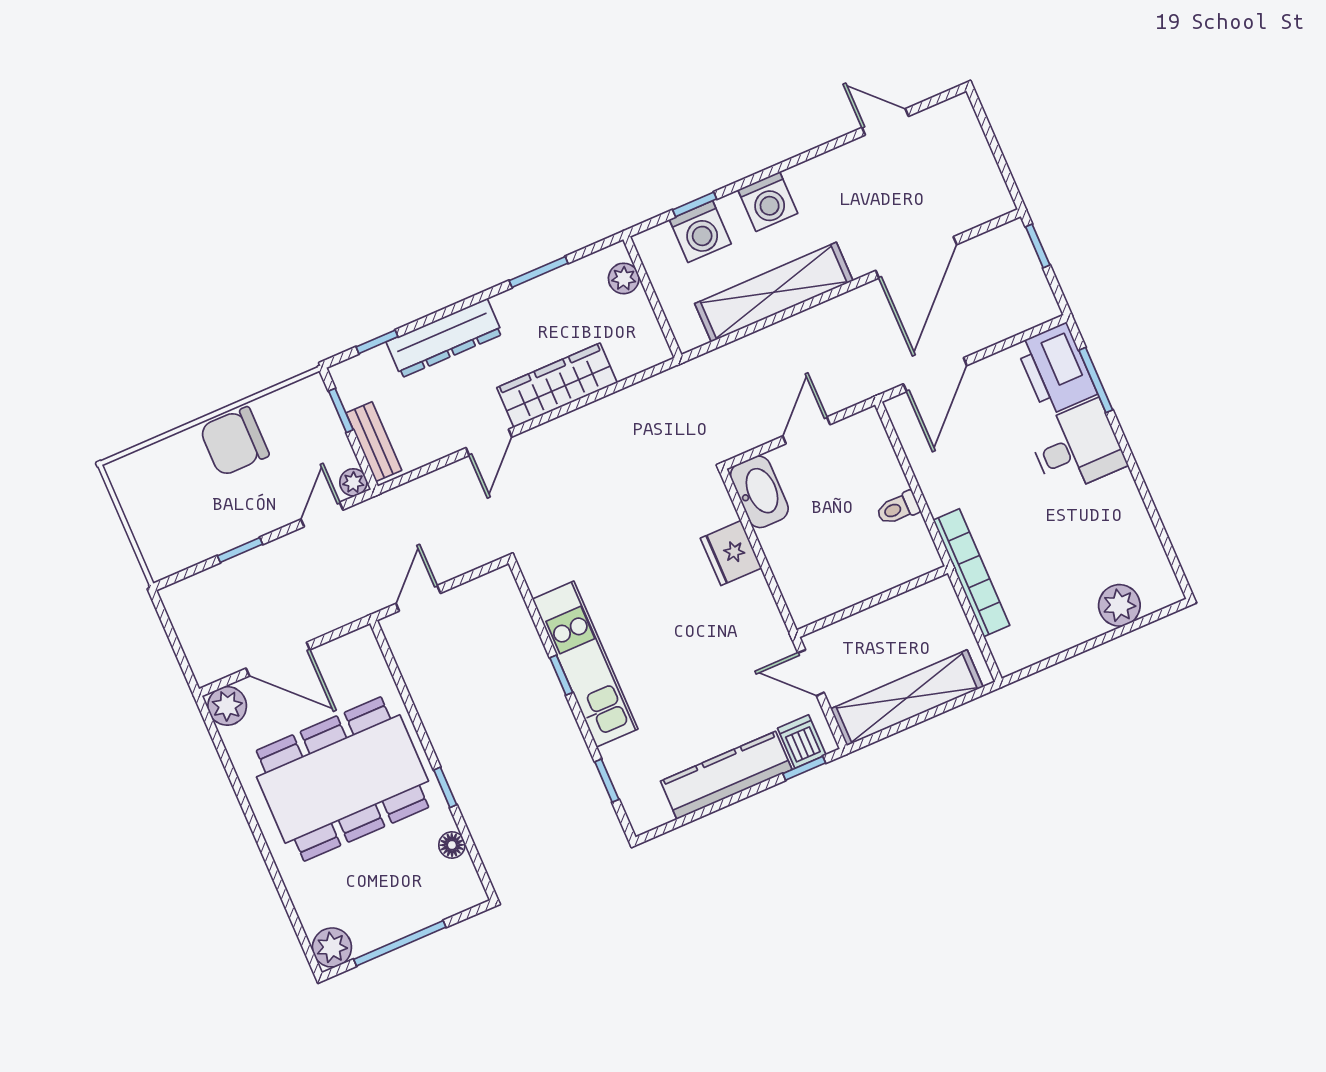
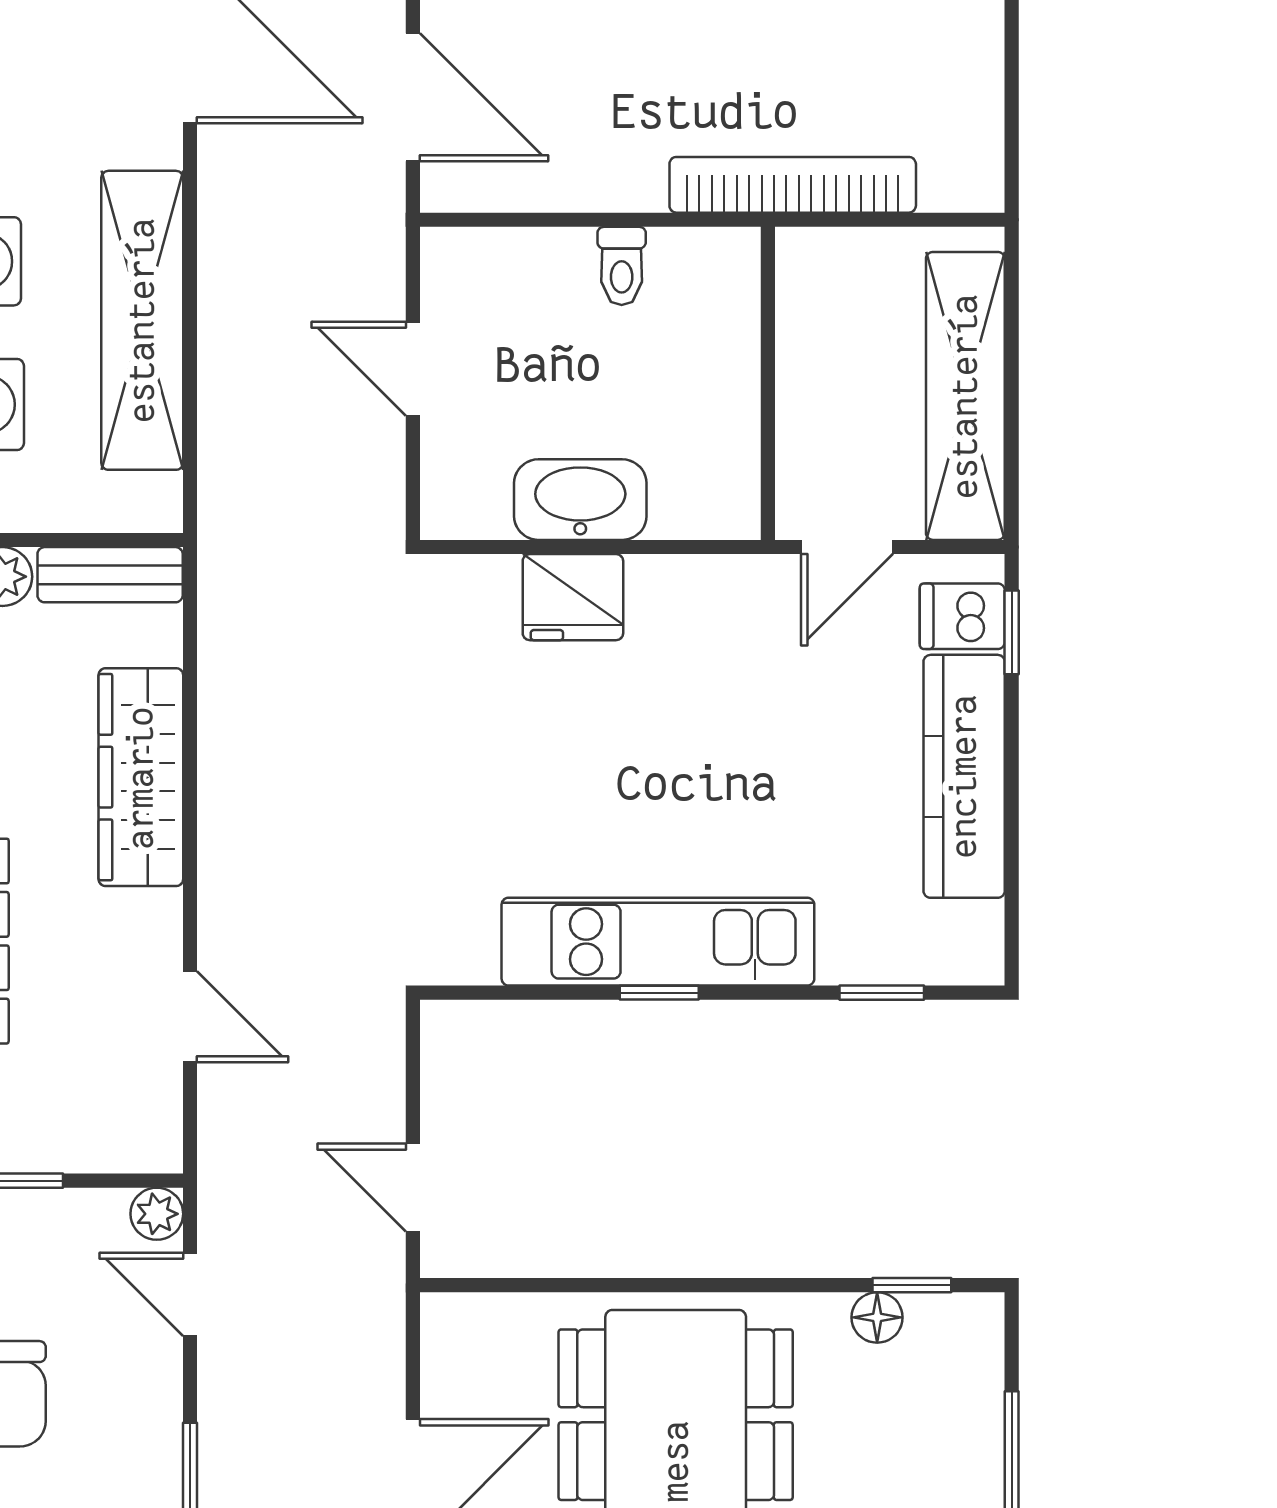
bench: (374, 442) -> (110, 575), moved
door: (489, 442) -> (190, 1017), moved
washbasin: (759, 492) -> (580, 500), moved
window: (445, 787) -> (912, 1285), moved

